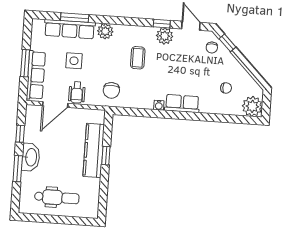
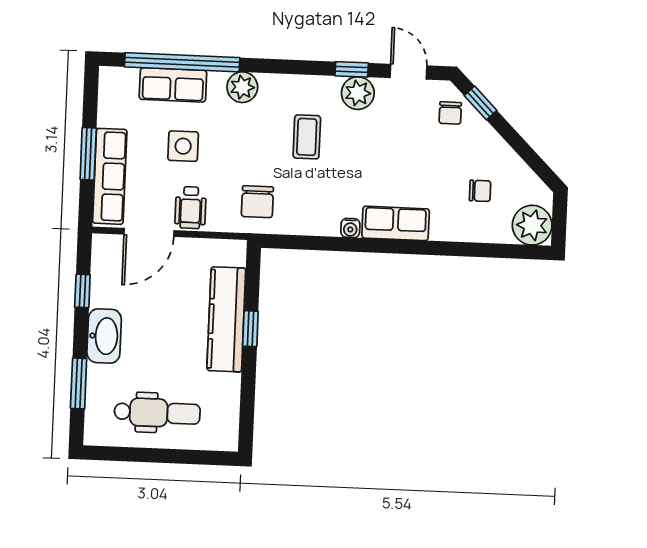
window: (75, 18) -> (182, 62), width x2.11
row of seats: (70, 29) -> (173, 85), width x0.68
window: (18, 169) -> (79, 383), moved

